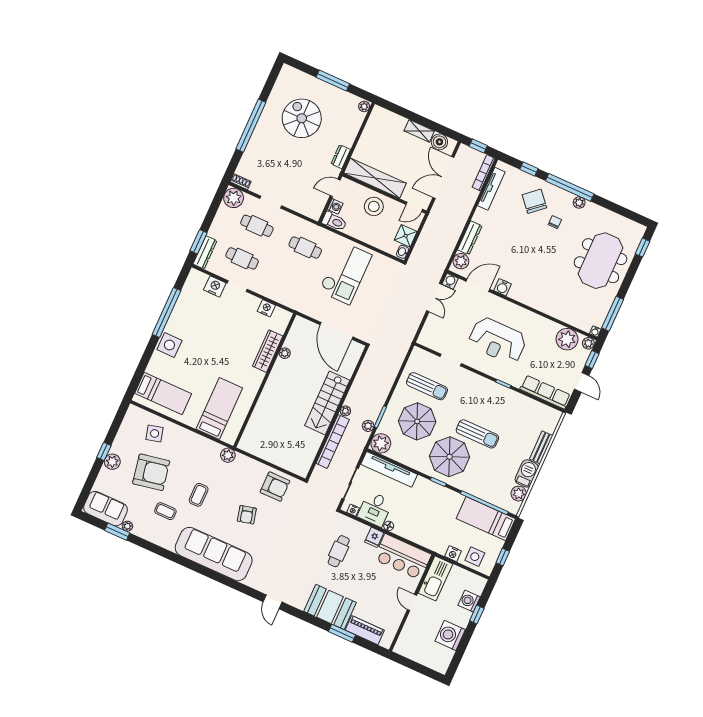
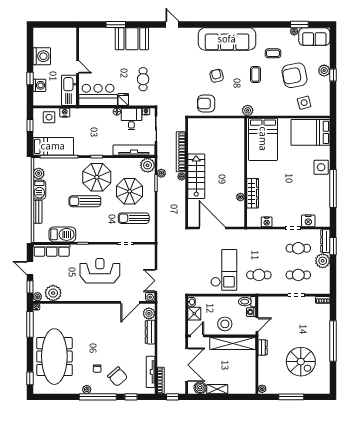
plant: (234, 198) -> (323, 261), moved
meeting table: (601, 261) -> (54, 357), width x1.36
checkout: (345, 273) -> (224, 270), turned 180
water cooler: (503, 287) -> (113, 309), removed
bed: (163, 393) -> (311, 132), width x1.50
barbecue: (523, 406) -> (62, 234), added
bed: (219, 409) -> (263, 139), width x1.50
piano: (365, 630) -> (101, 34), removed

